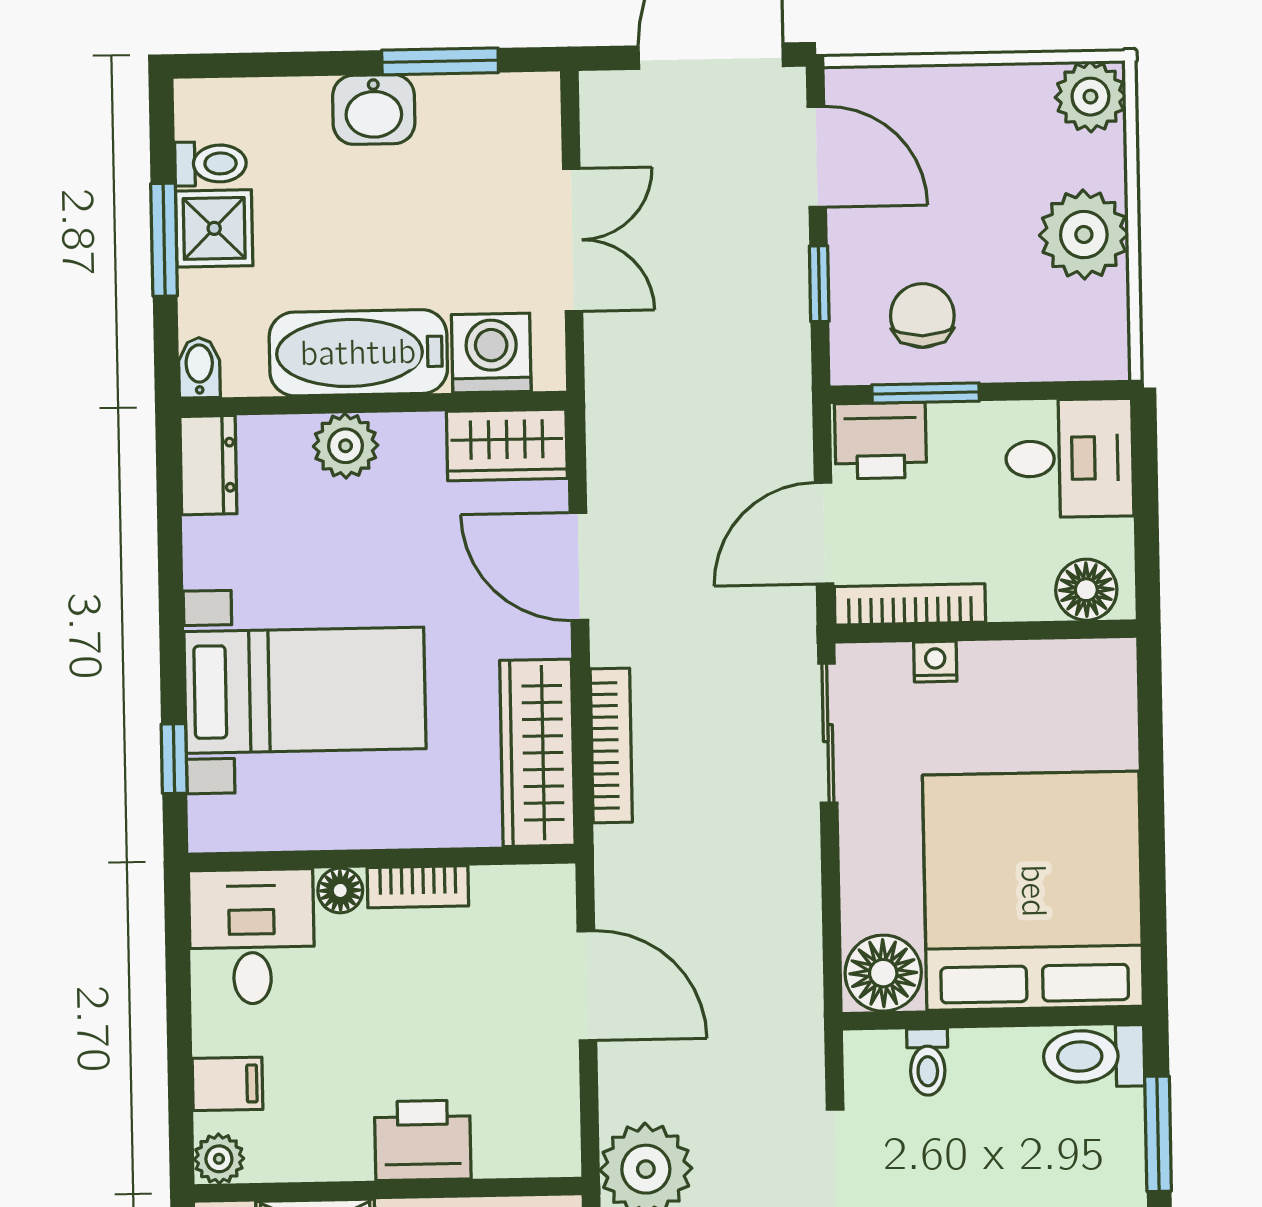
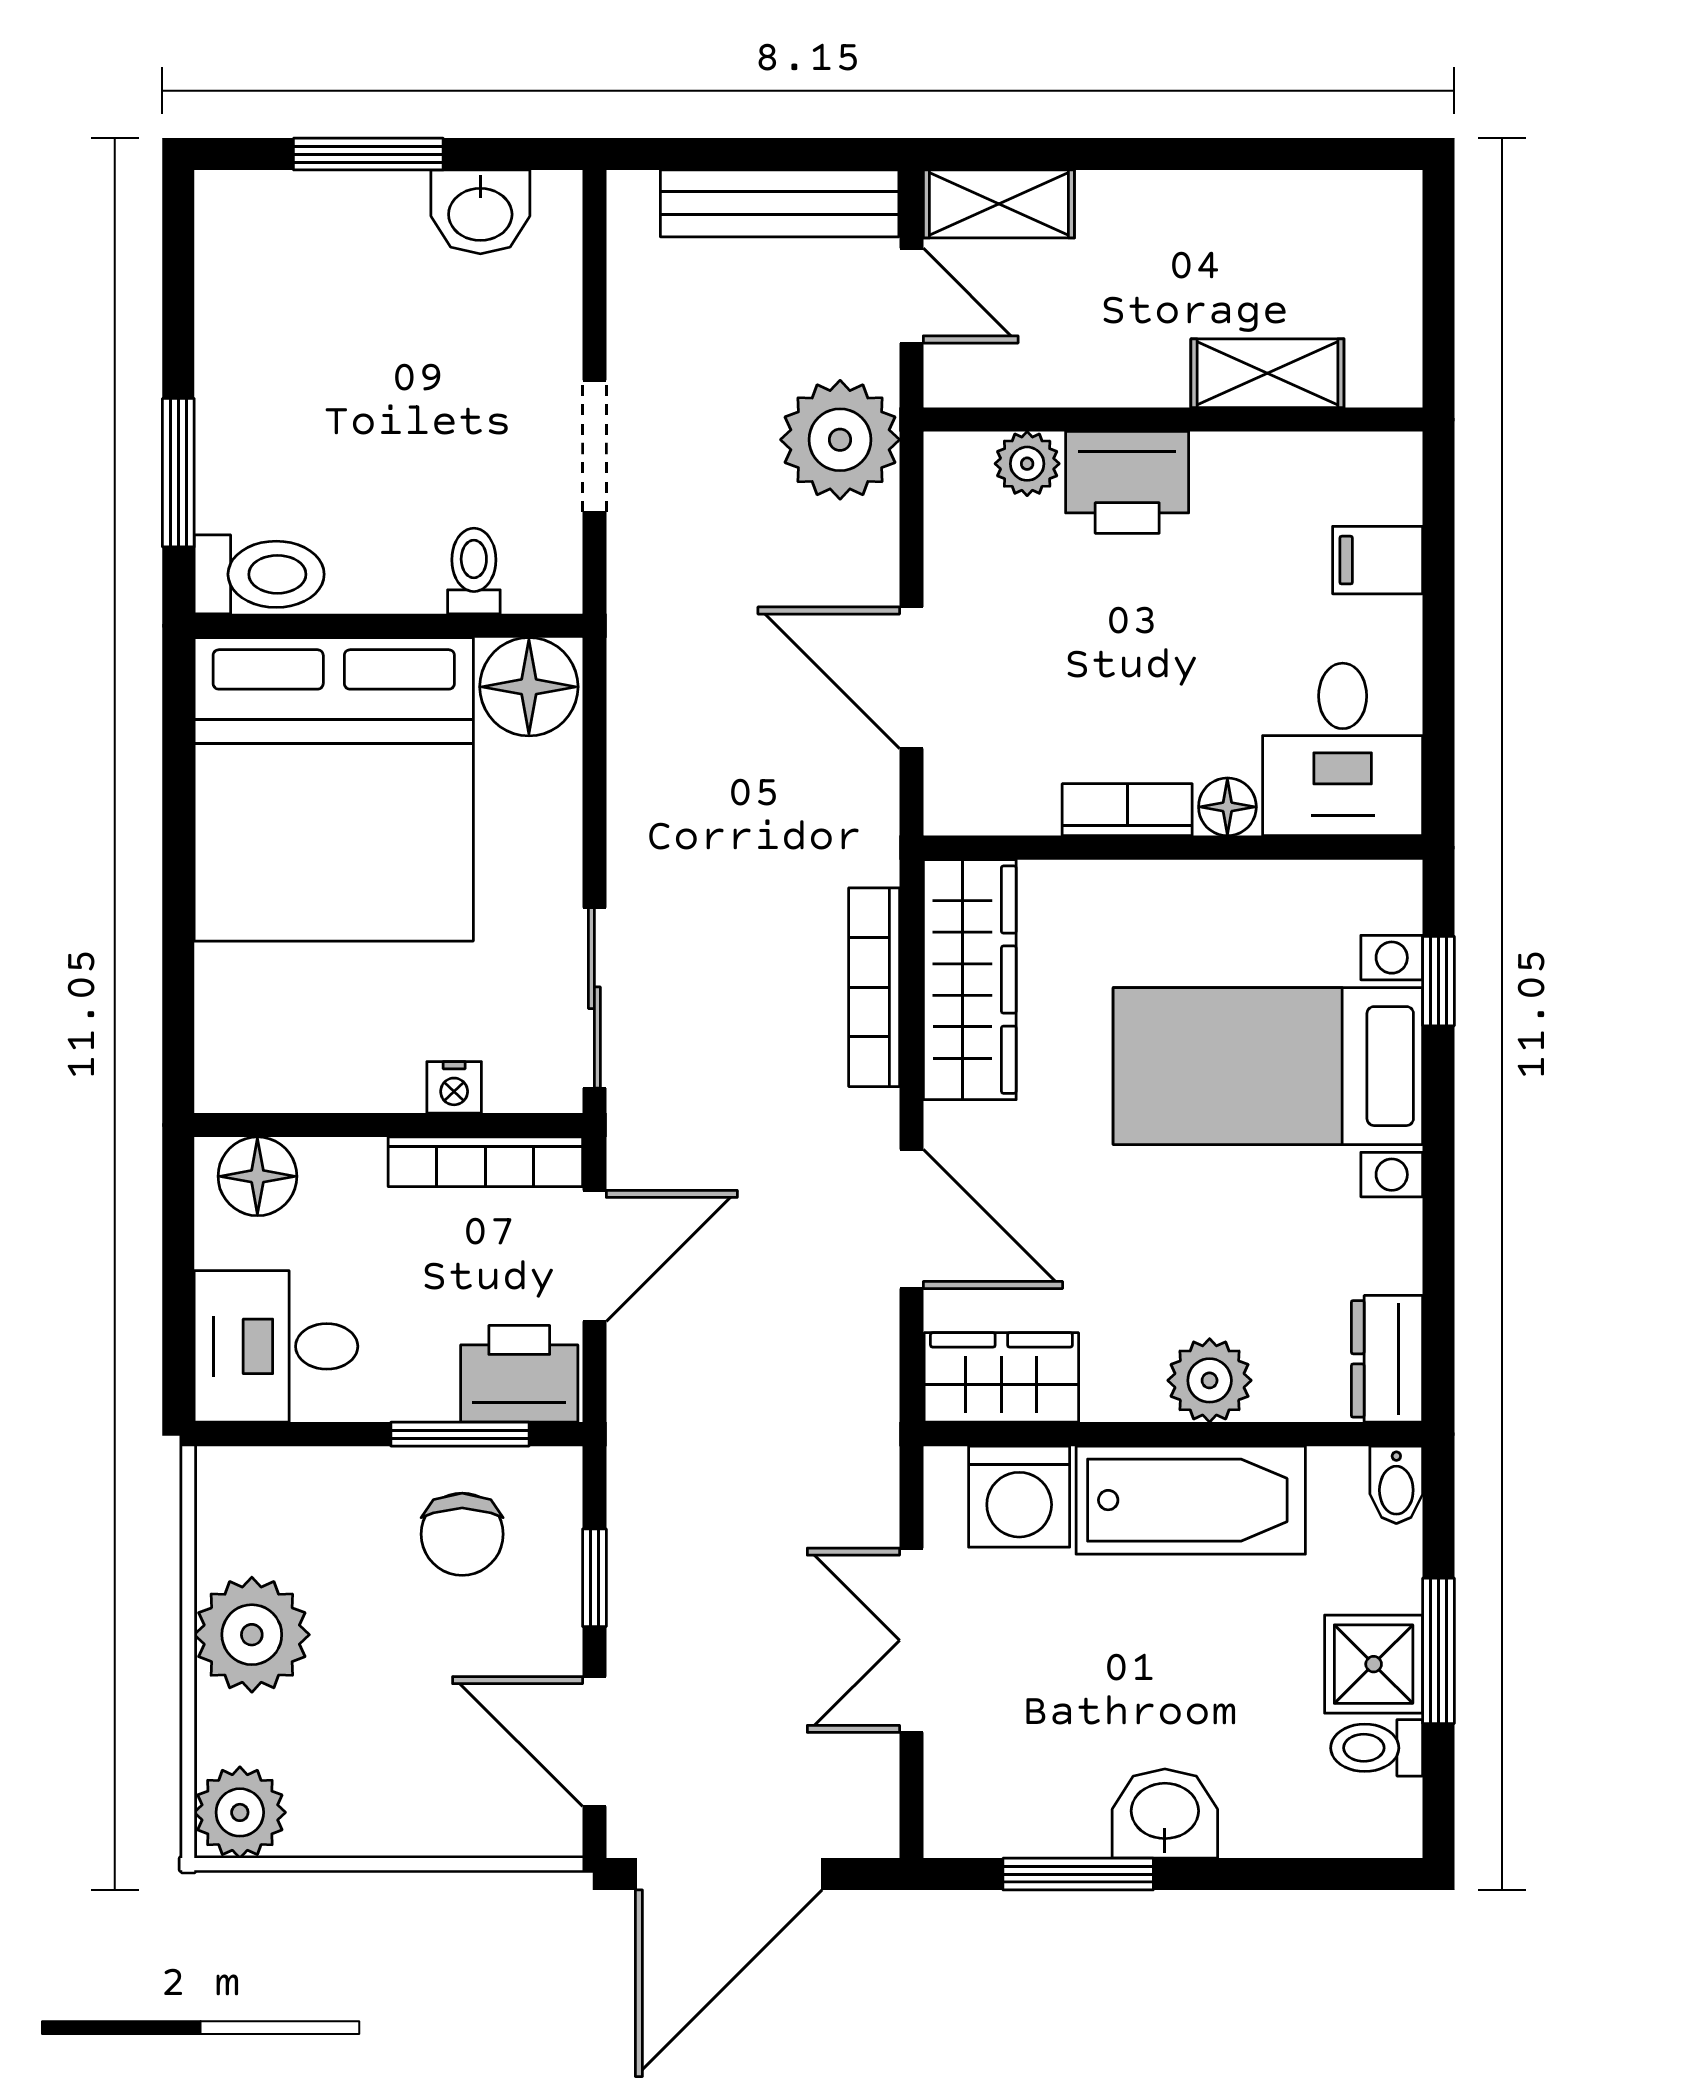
plant: (219, 1159) -> (1027, 464), moved

